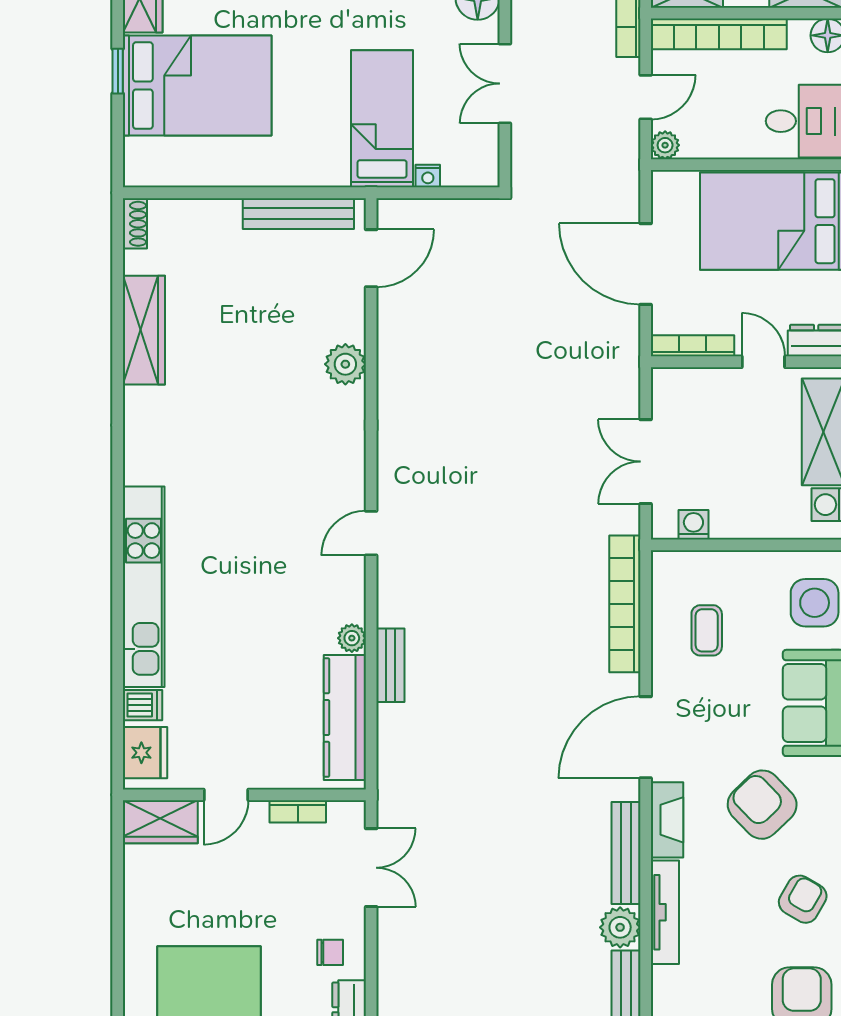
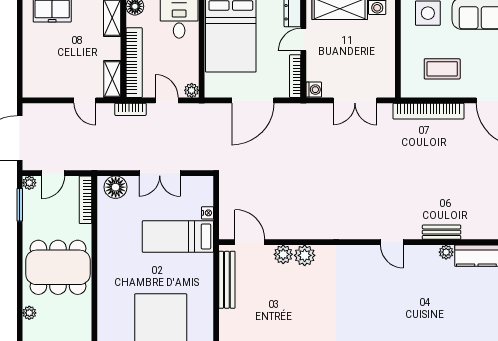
plant: (347, 323) -> (283, 254), added
washing machine: (693, 525) -> (314, 90), moved, turned 180
coffee table: (707, 630) -> (442, 69), width x1.36, depth x1.30
bench: (390, 665) -> (442, 232), moved

